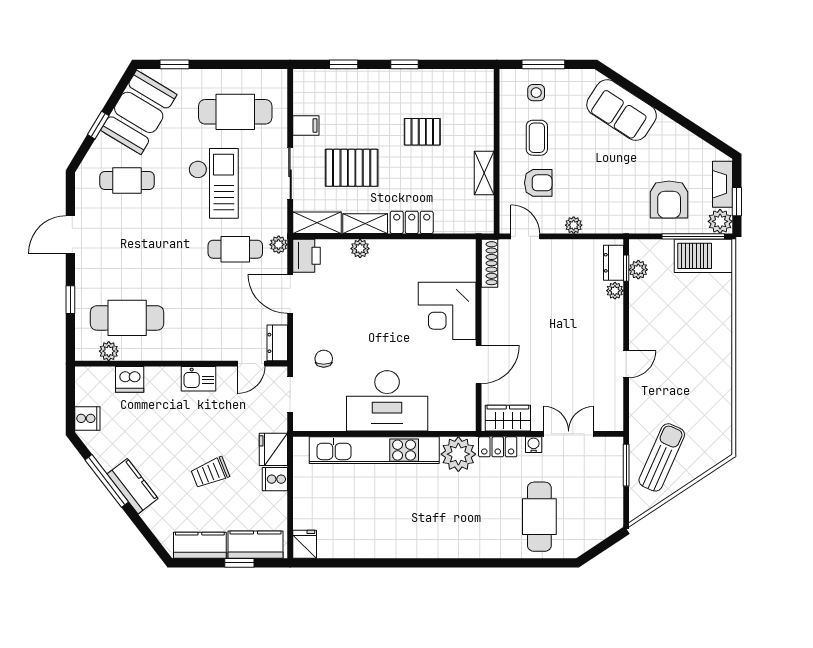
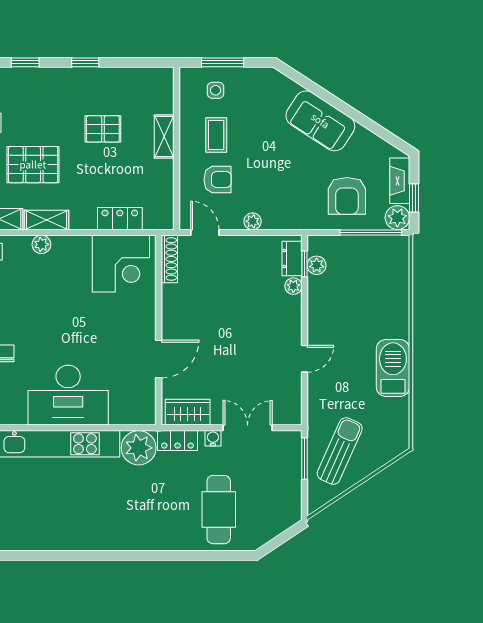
sofa: (622, 110) -> (320, 121), moved
shelving: (484, 173) -> (164, 136), moved
locker: (412, 222) -> (120, 219), moved
barbecue: (703, 256) -> (393, 368), moved, turned 90
corner desk: (447, 311) -> (121, 264), moved, turned -90

